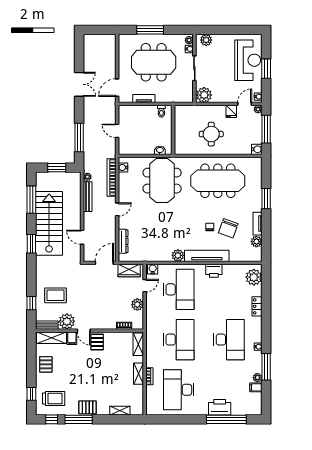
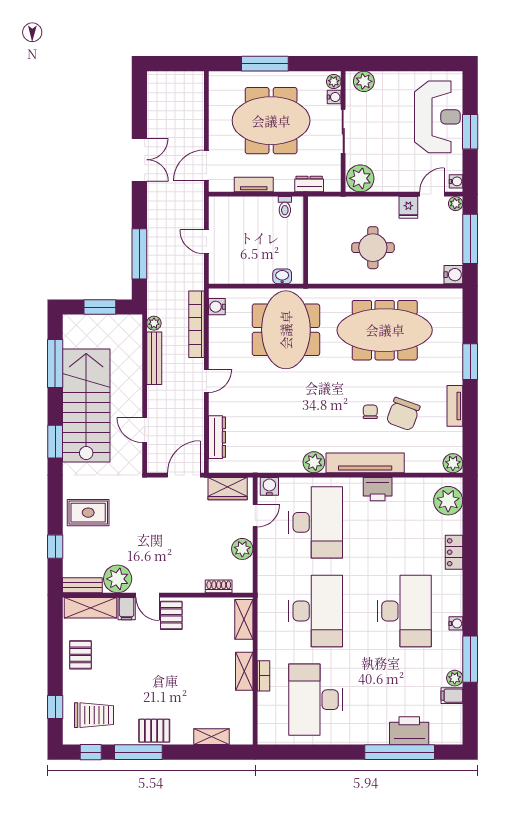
dresser: (175, 98) -> (309, 184), added
plant: (256, 242) -> (453, 463), moved
rug: (55, 295) -> (88, 513), moved
printer: (220, 407) -> (409, 731), moved

